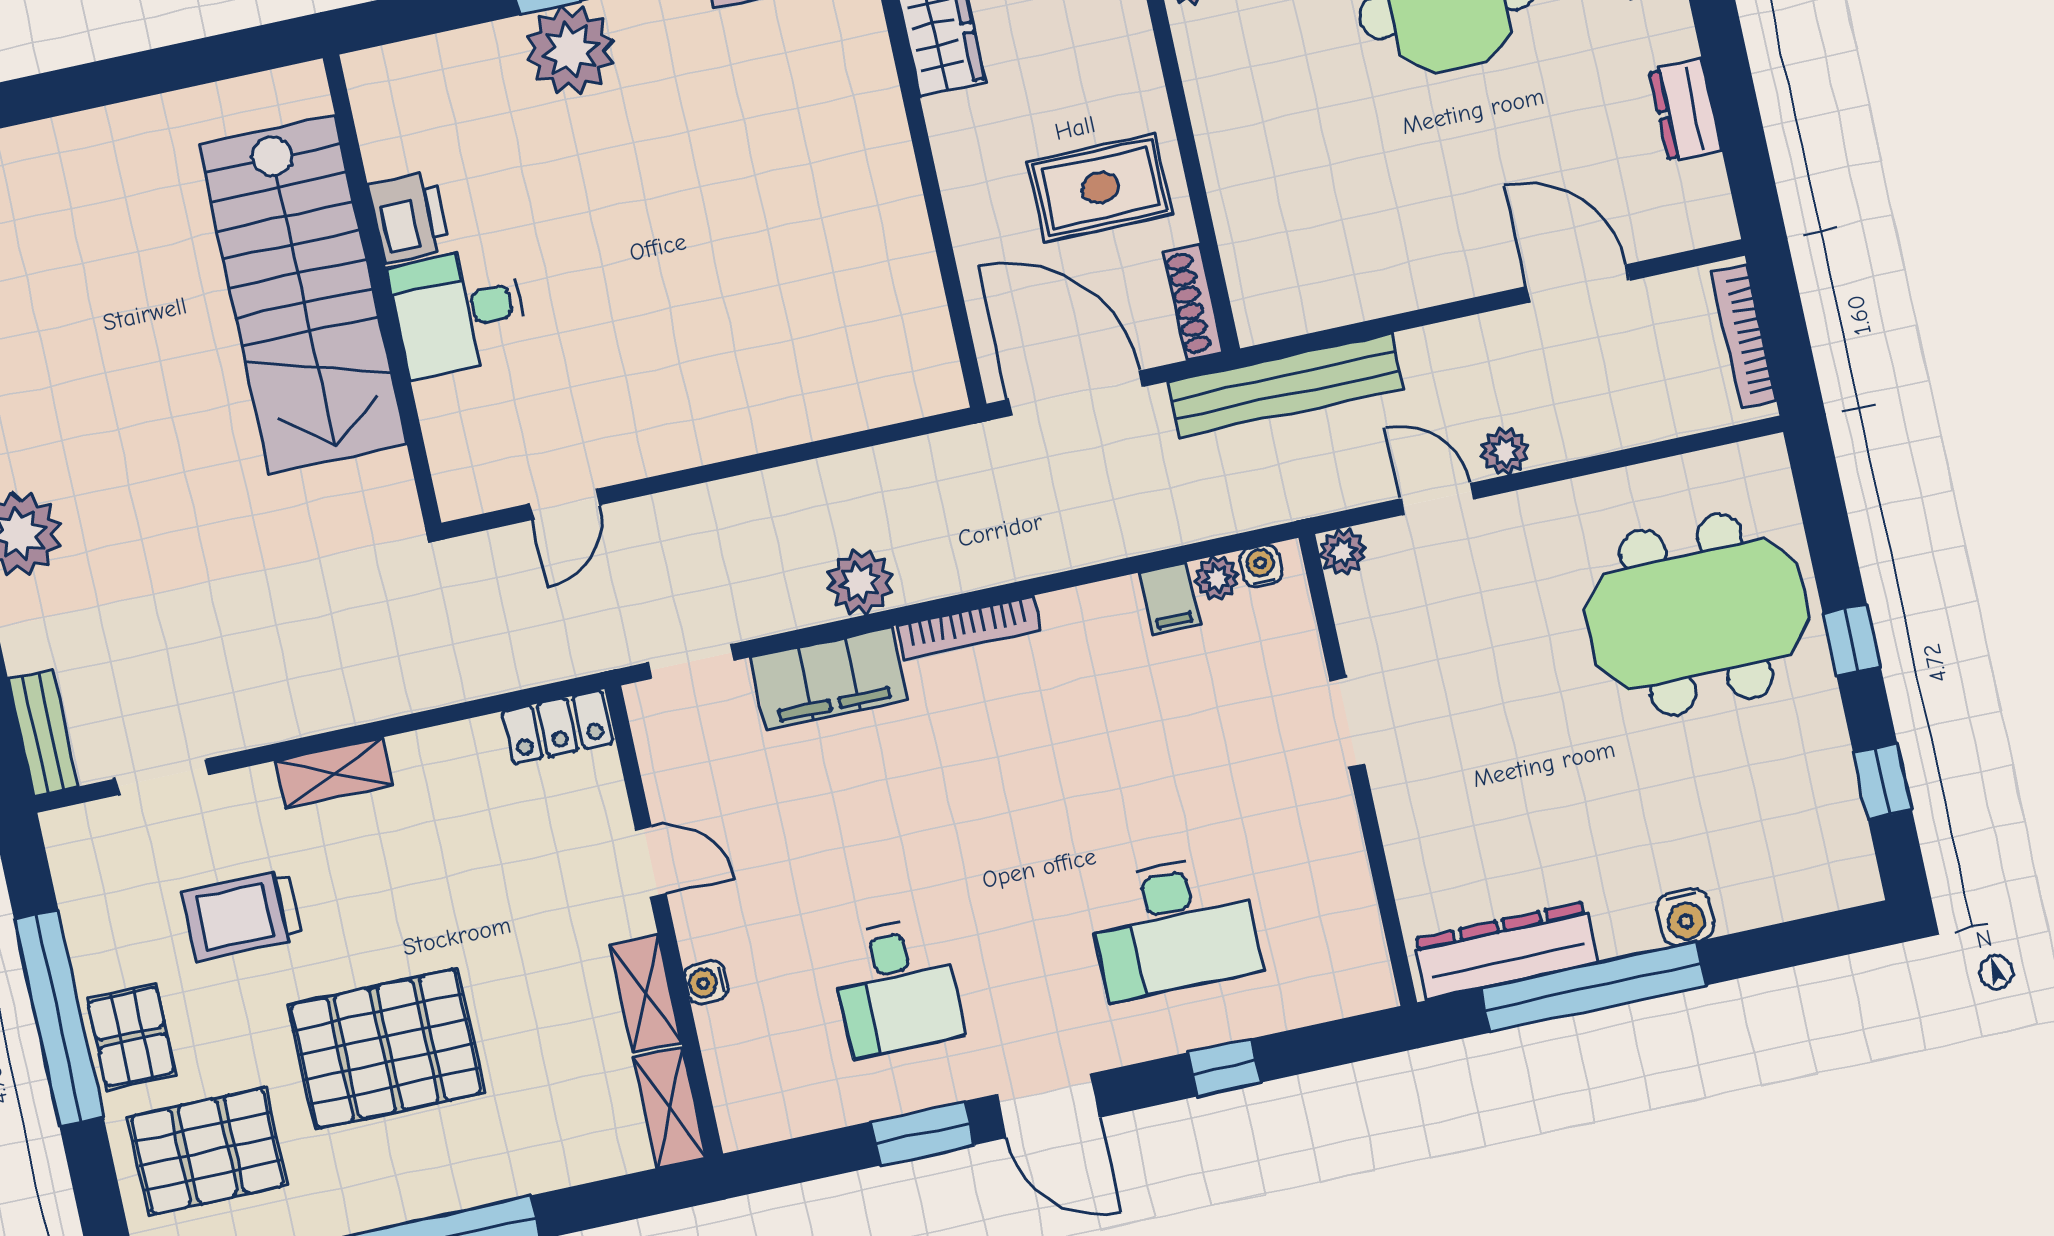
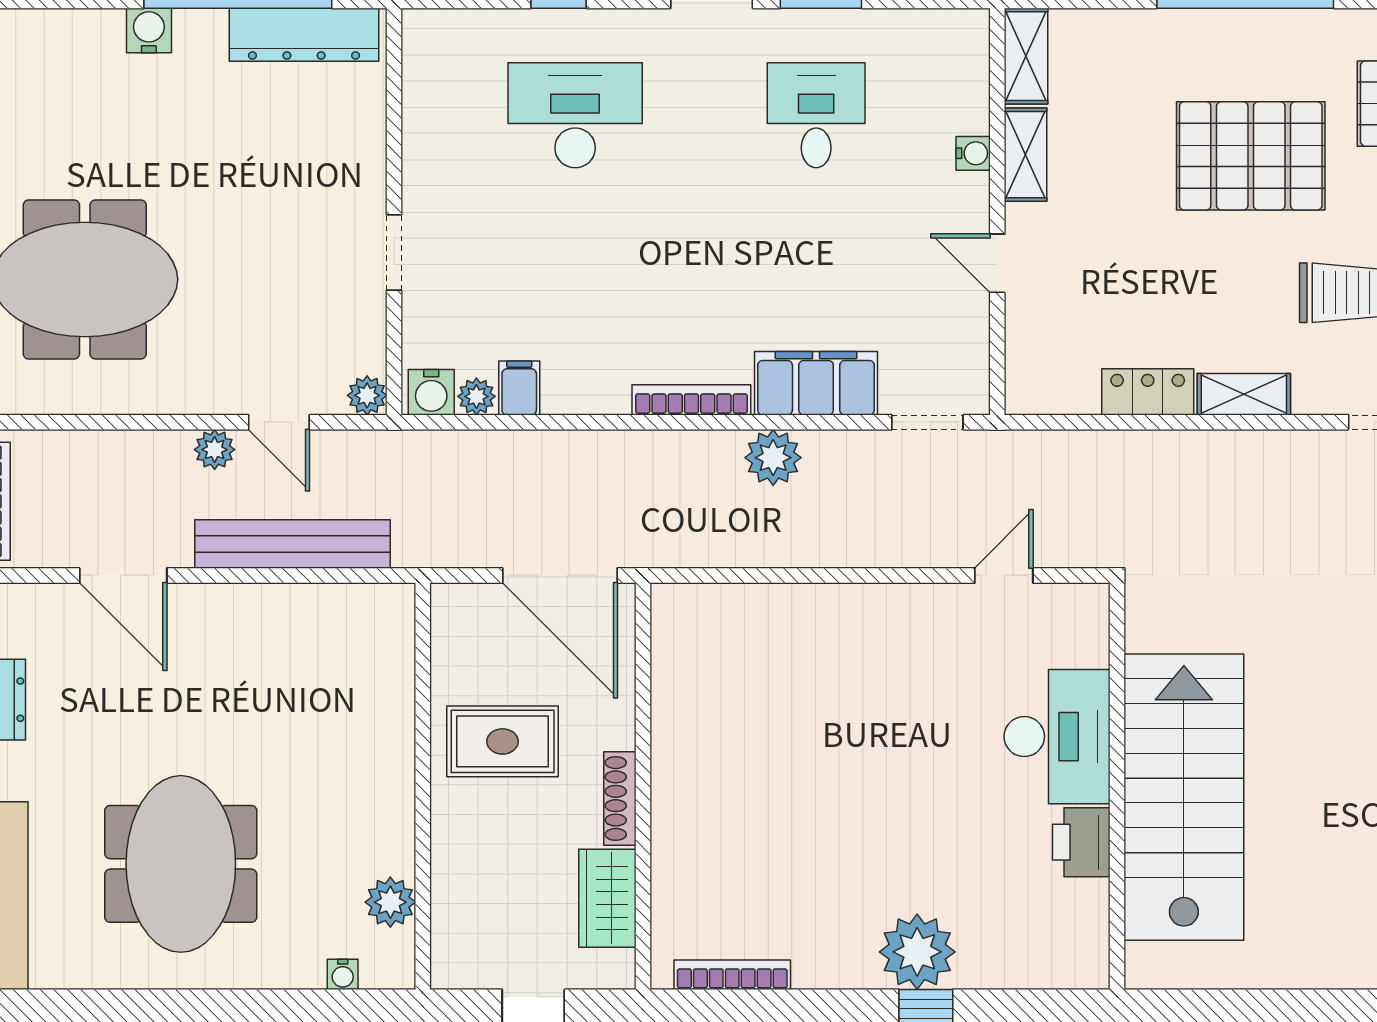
shoe rack: (1193, 302) -> (620, 798), moved, turned 180
desk: (459, 311) -> (1057, 737), width x1.37
bench: (1285, 385) -> (292, 544), moved
water cooler: (1261, 566) -> (431, 392), width x1.38, depth x1.38
locker: (558, 727) -> (1148, 392), moved

